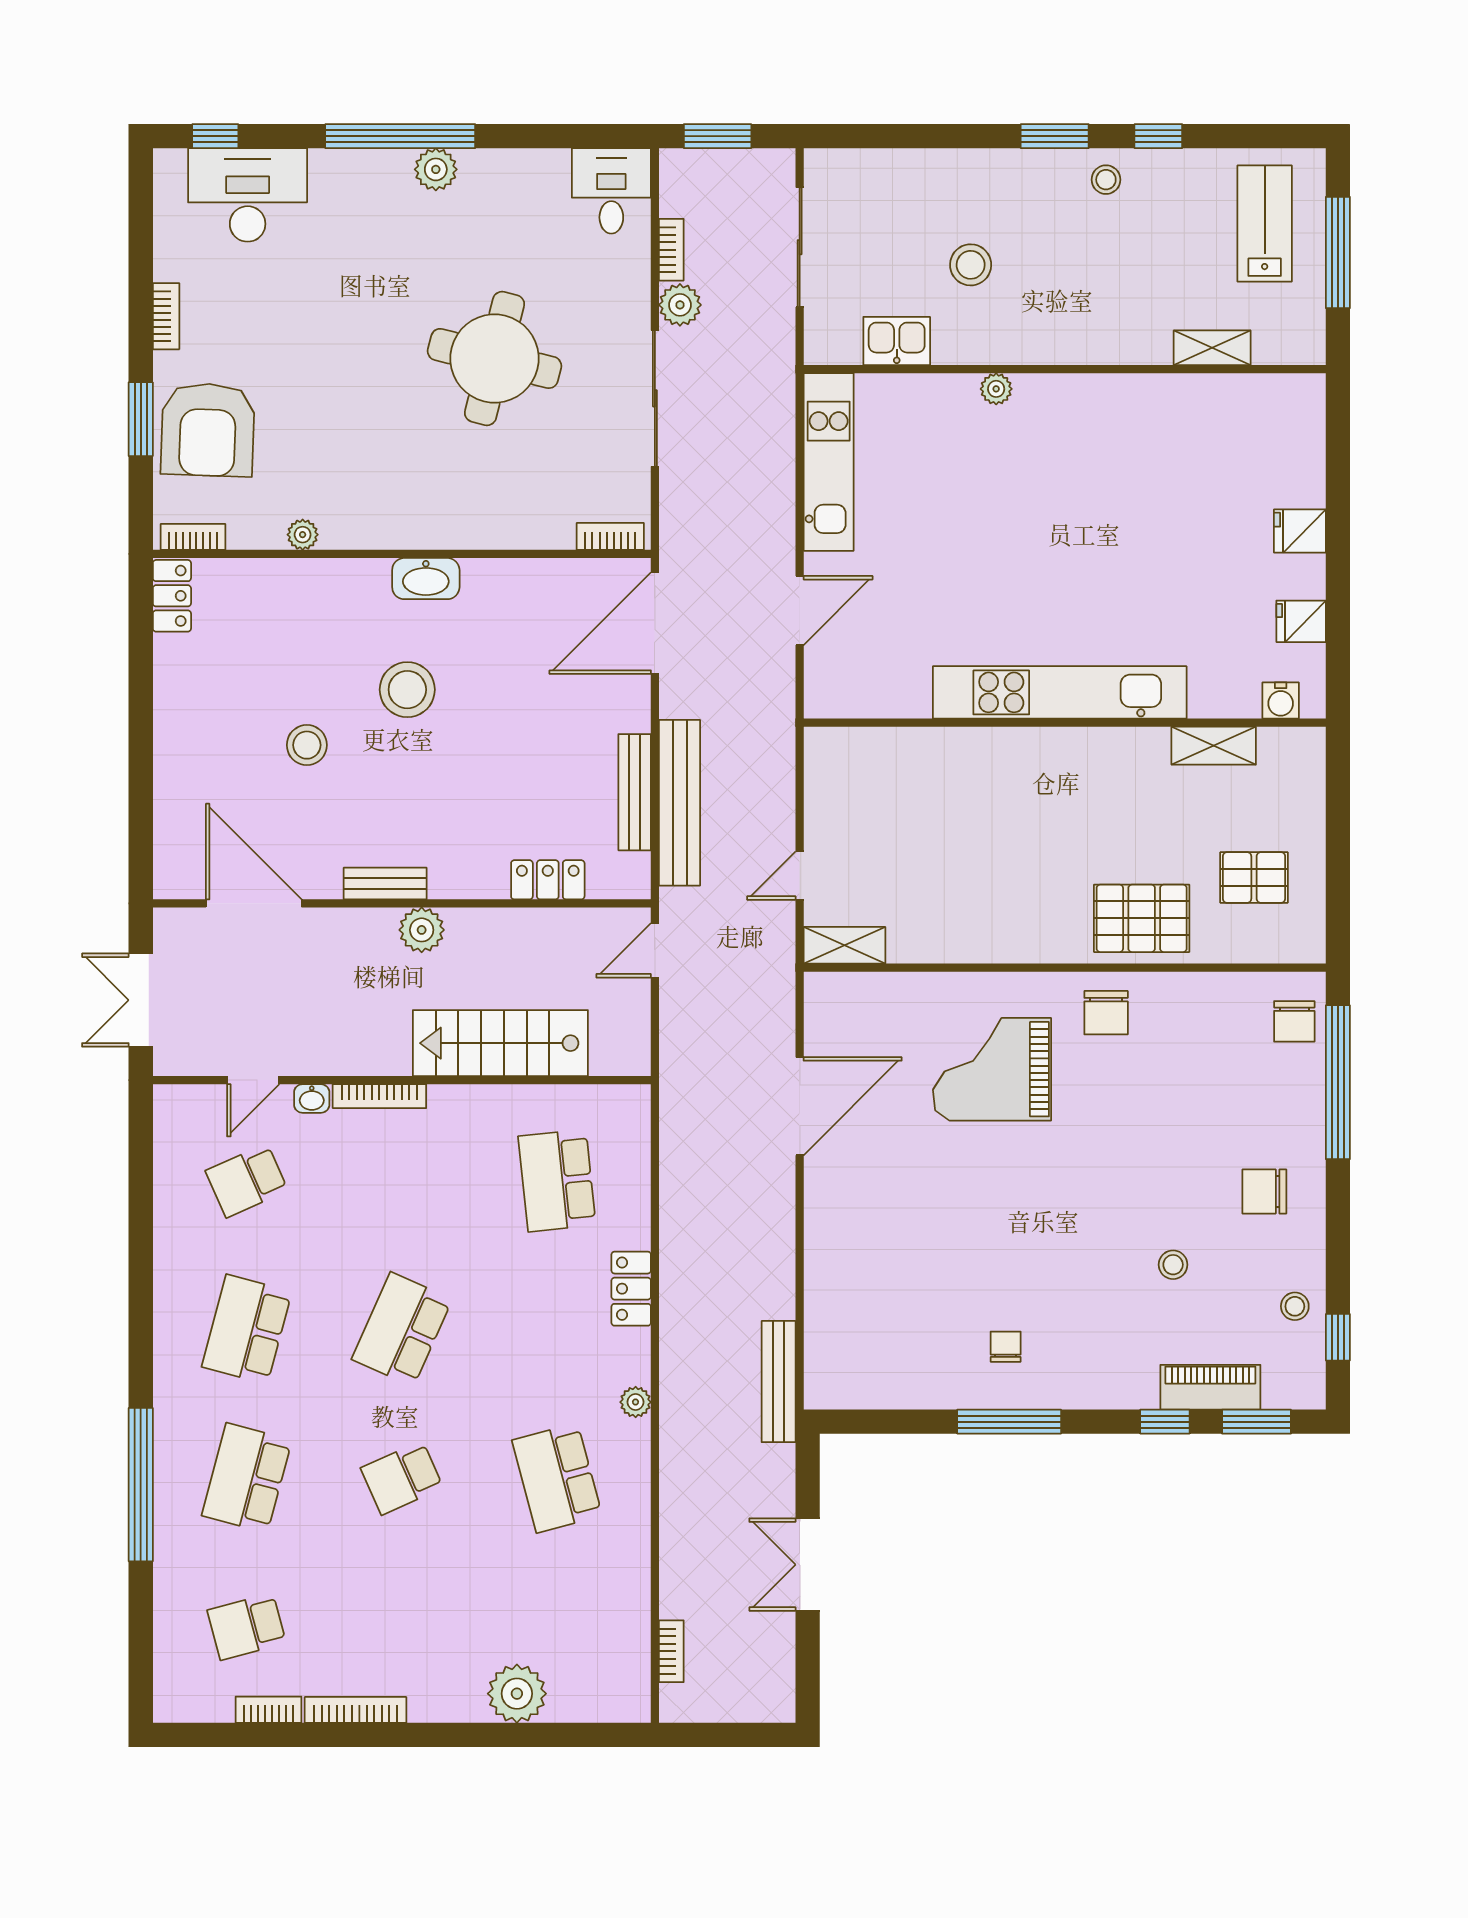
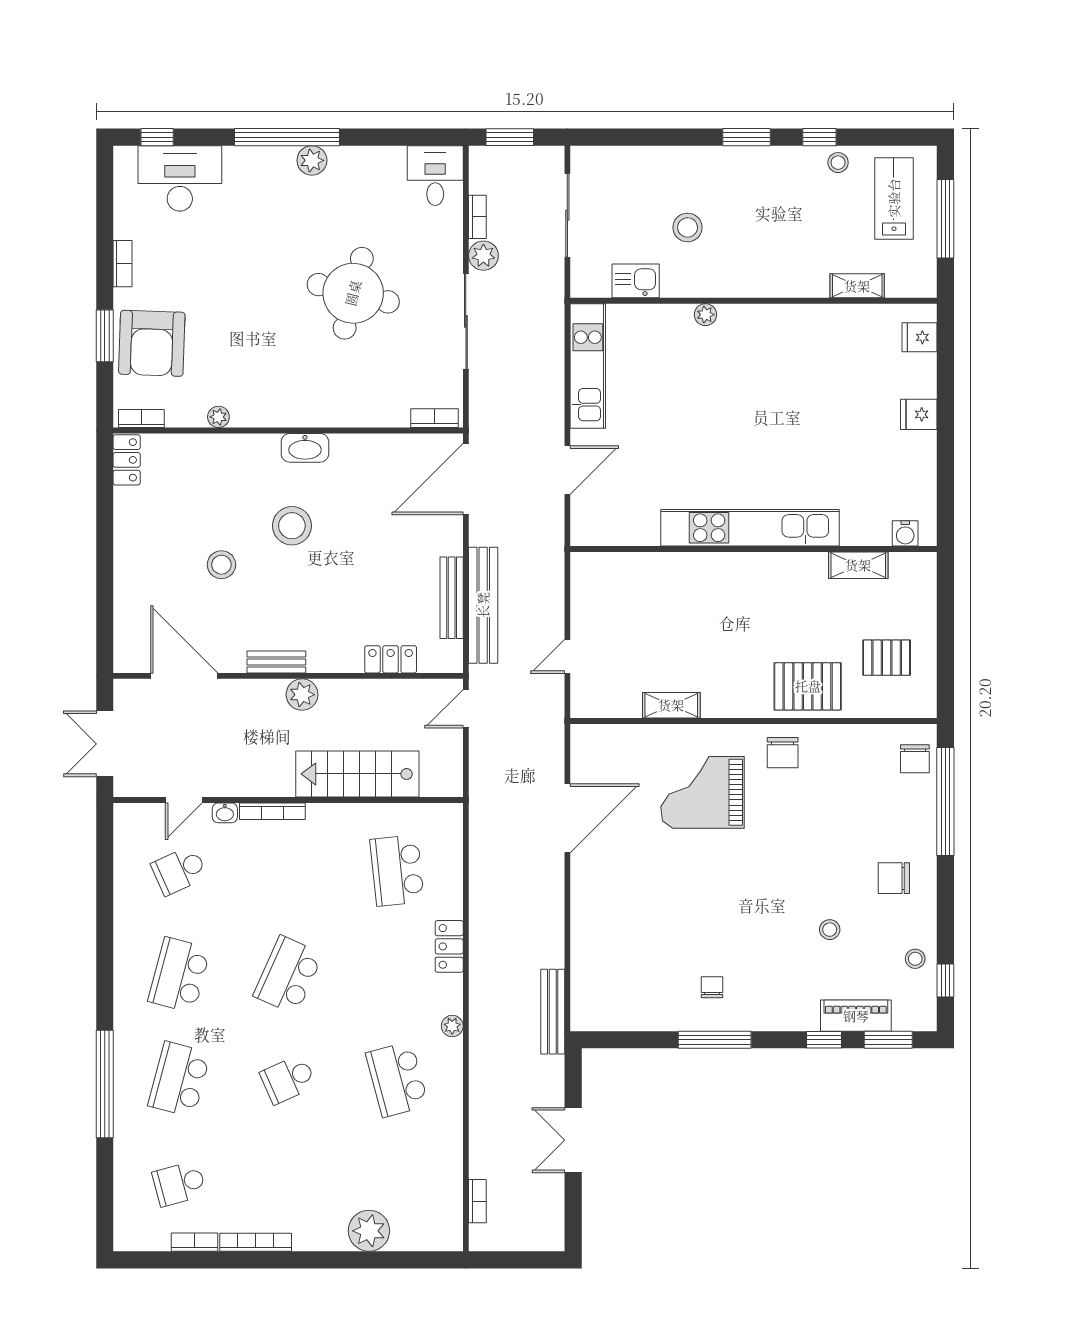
stool: (1106, 180) -> (838, 163), moved
fridge: (1301, 621) -> (920, 337), moved
shelving: (844, 945) -> (671, 705), moved

